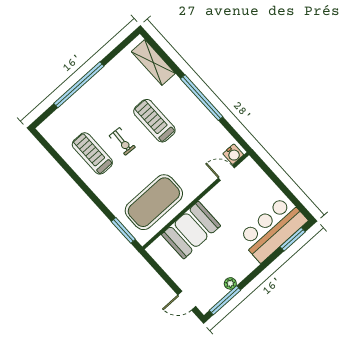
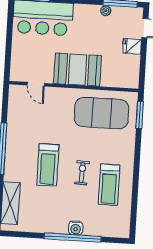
water cooler: (233, 154) -> (76, 228), moved, turned 180
booth: (191, 230) -> (78, 70), moved
fridge: (183, 277) -> (132, 46), added

